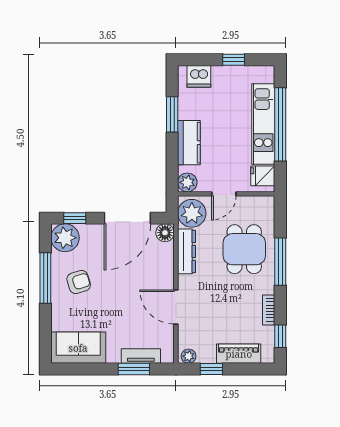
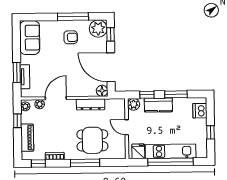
window: (172, 161) -> (147, 95), added
plant: (192, 213) -> (40, 104), moved, width x0.53, depth x0.53
armchair: (79, 282) -> (71, 37), turned -73

